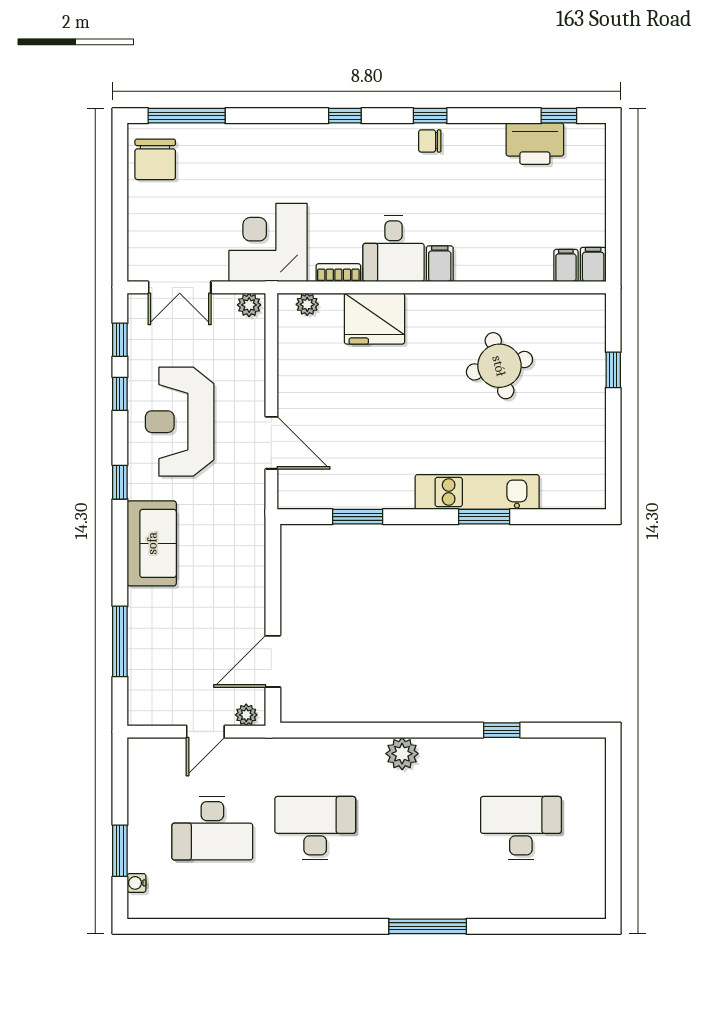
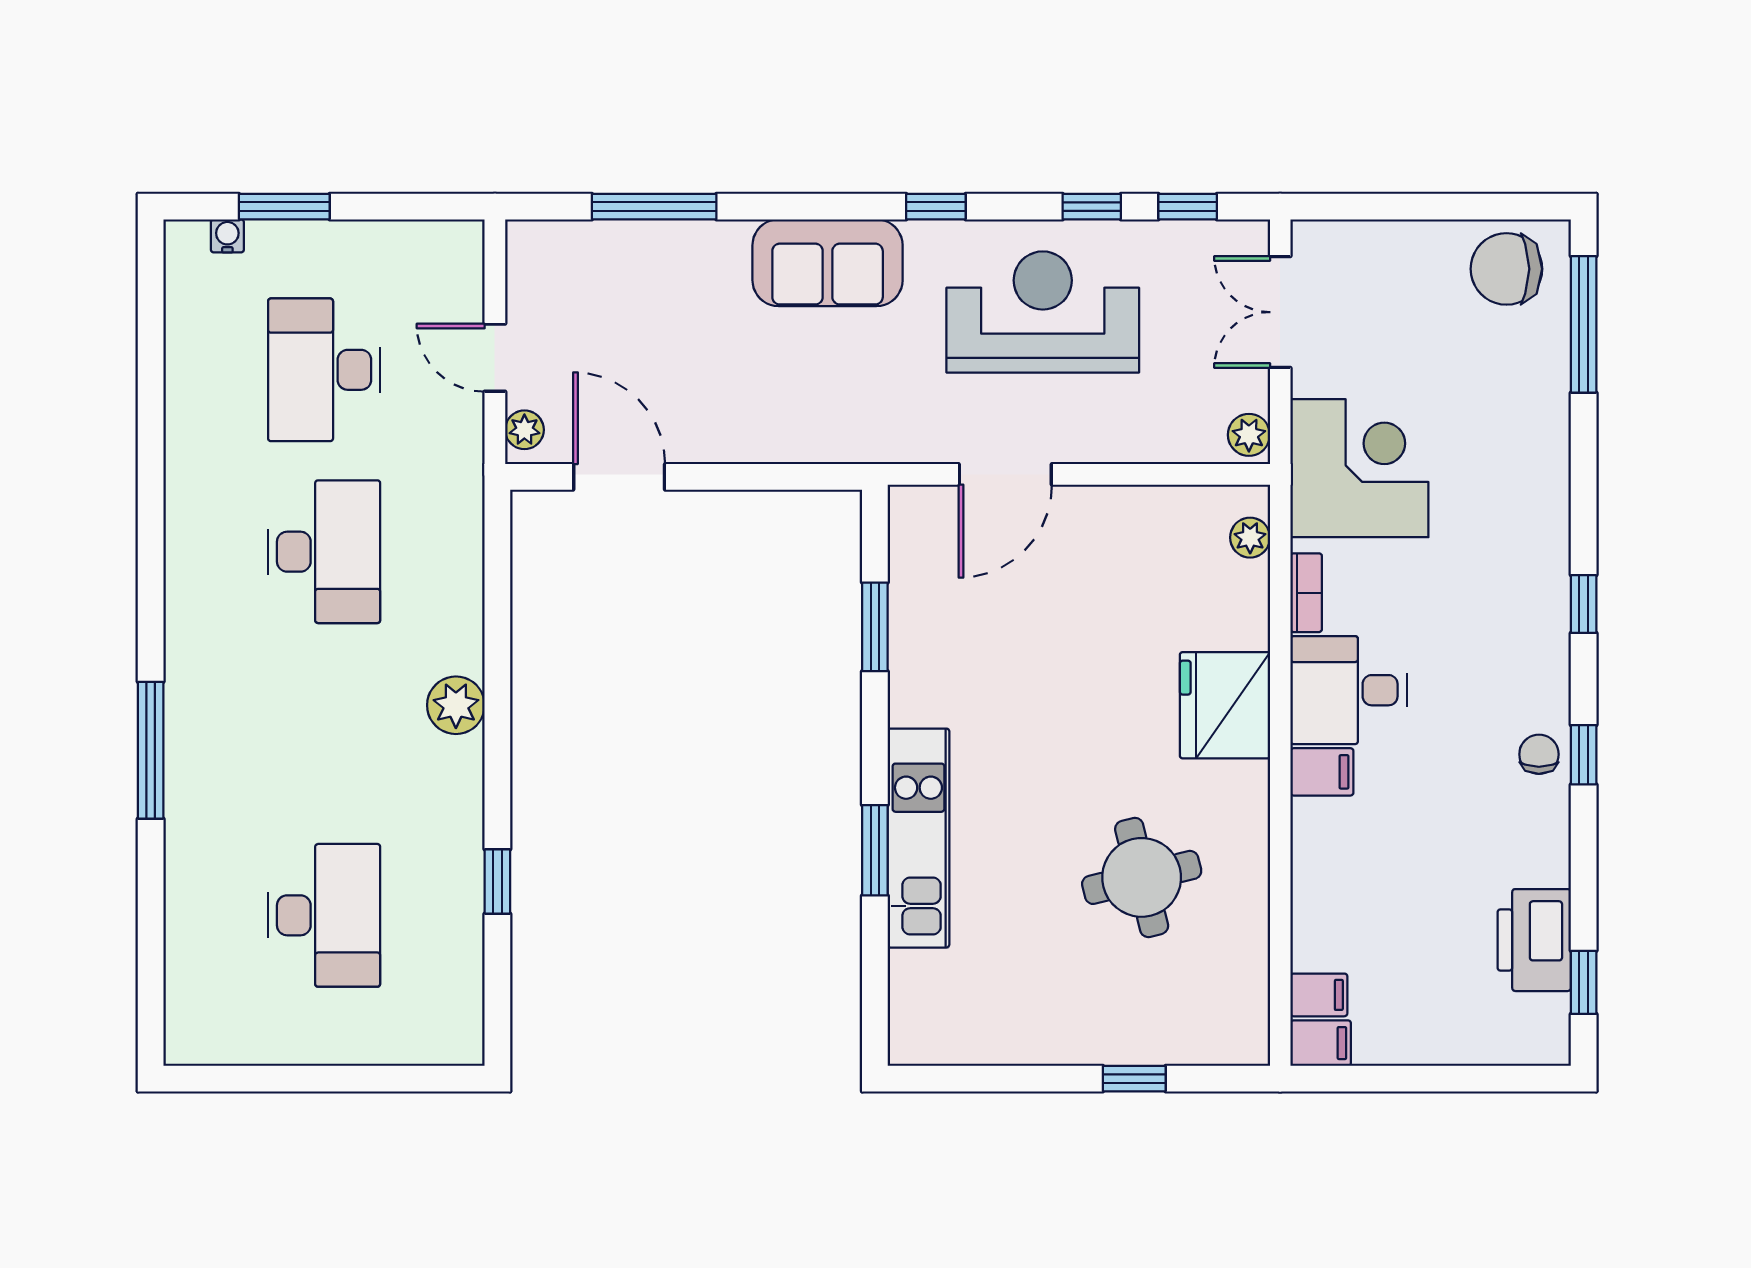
fridge: (374, 319) -> (1225, 705), moved

